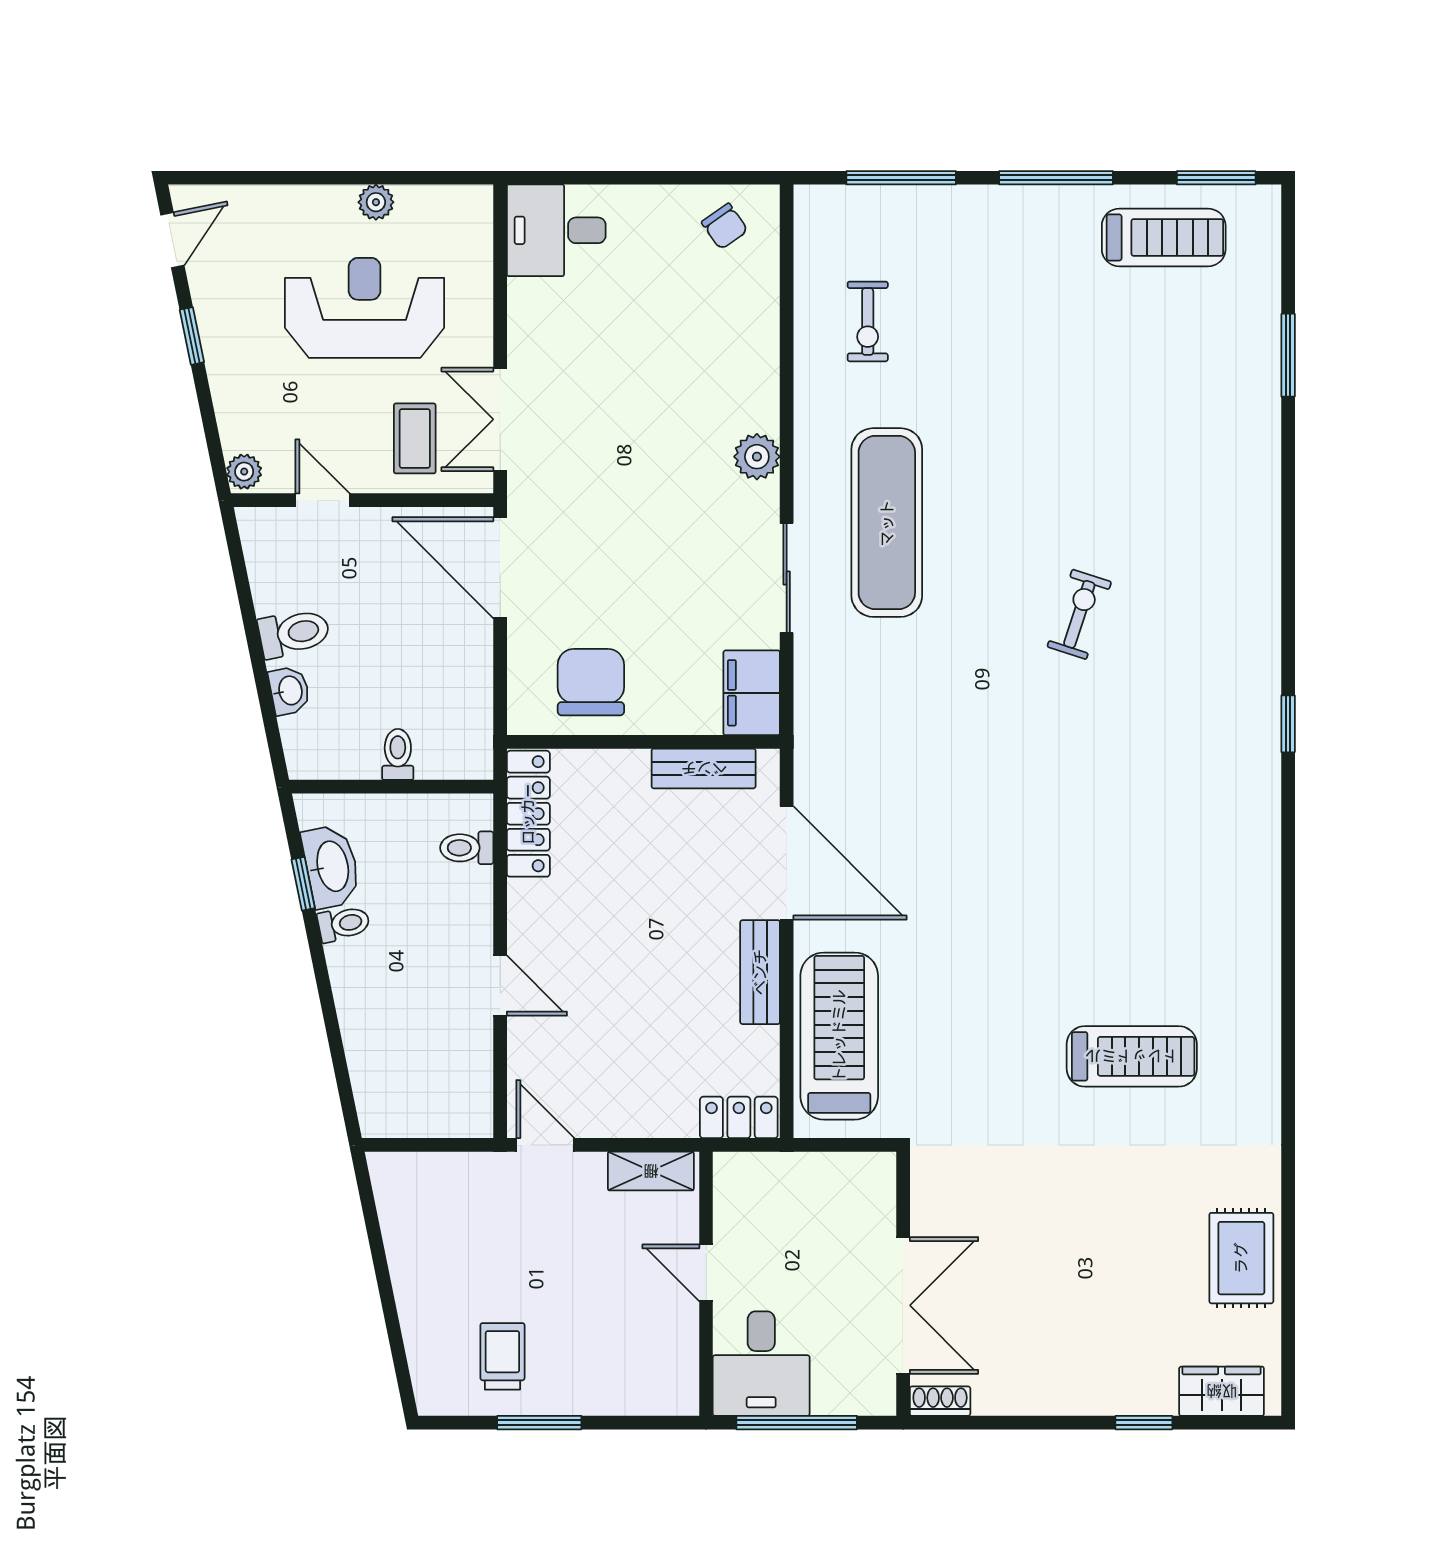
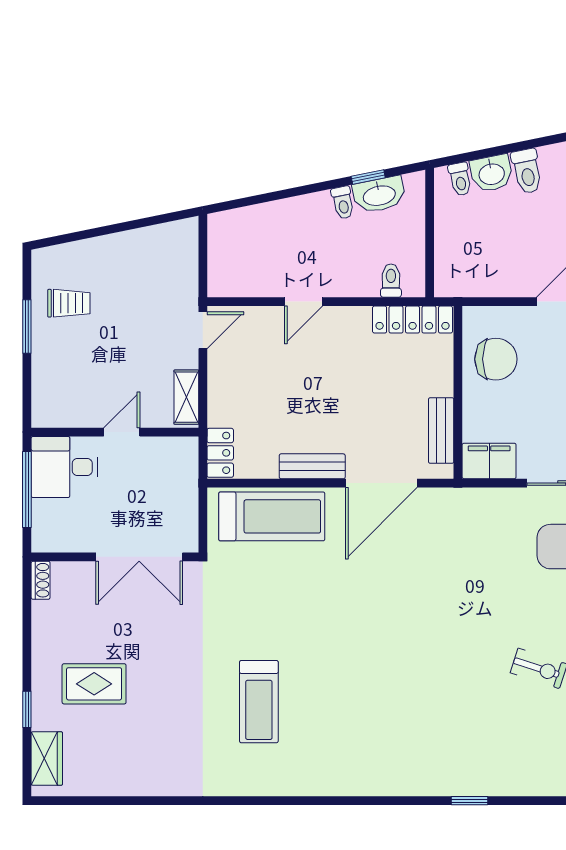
washbasin: (289, 691) -> (491, 173), width x1.38, depth x1.45
toilet: (398, 754) -> (460, 179), moved, turned 79
rug: (1241, 1258) -> (94, 684), moved
double door: (903, 1305) -> (139, 557), moved

